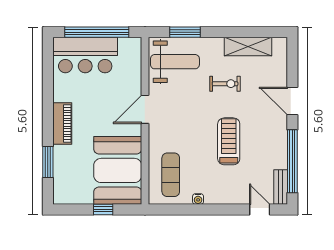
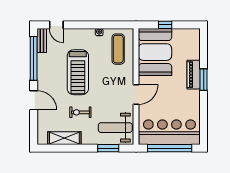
bar counter: (85, 55) -> (169, 132), width x1.36
piano: (62, 123) -> (194, 75), moved
treadmill: (229, 141) -> (78, 72), width x1.37, depth x1.38
window: (48, 162) -> (204, 80), moved

